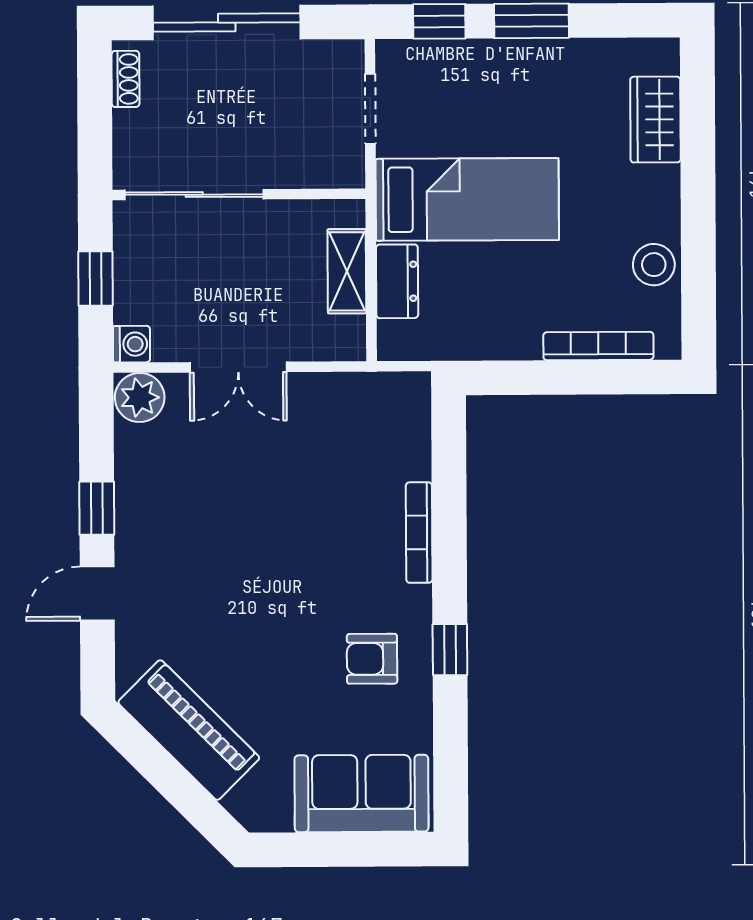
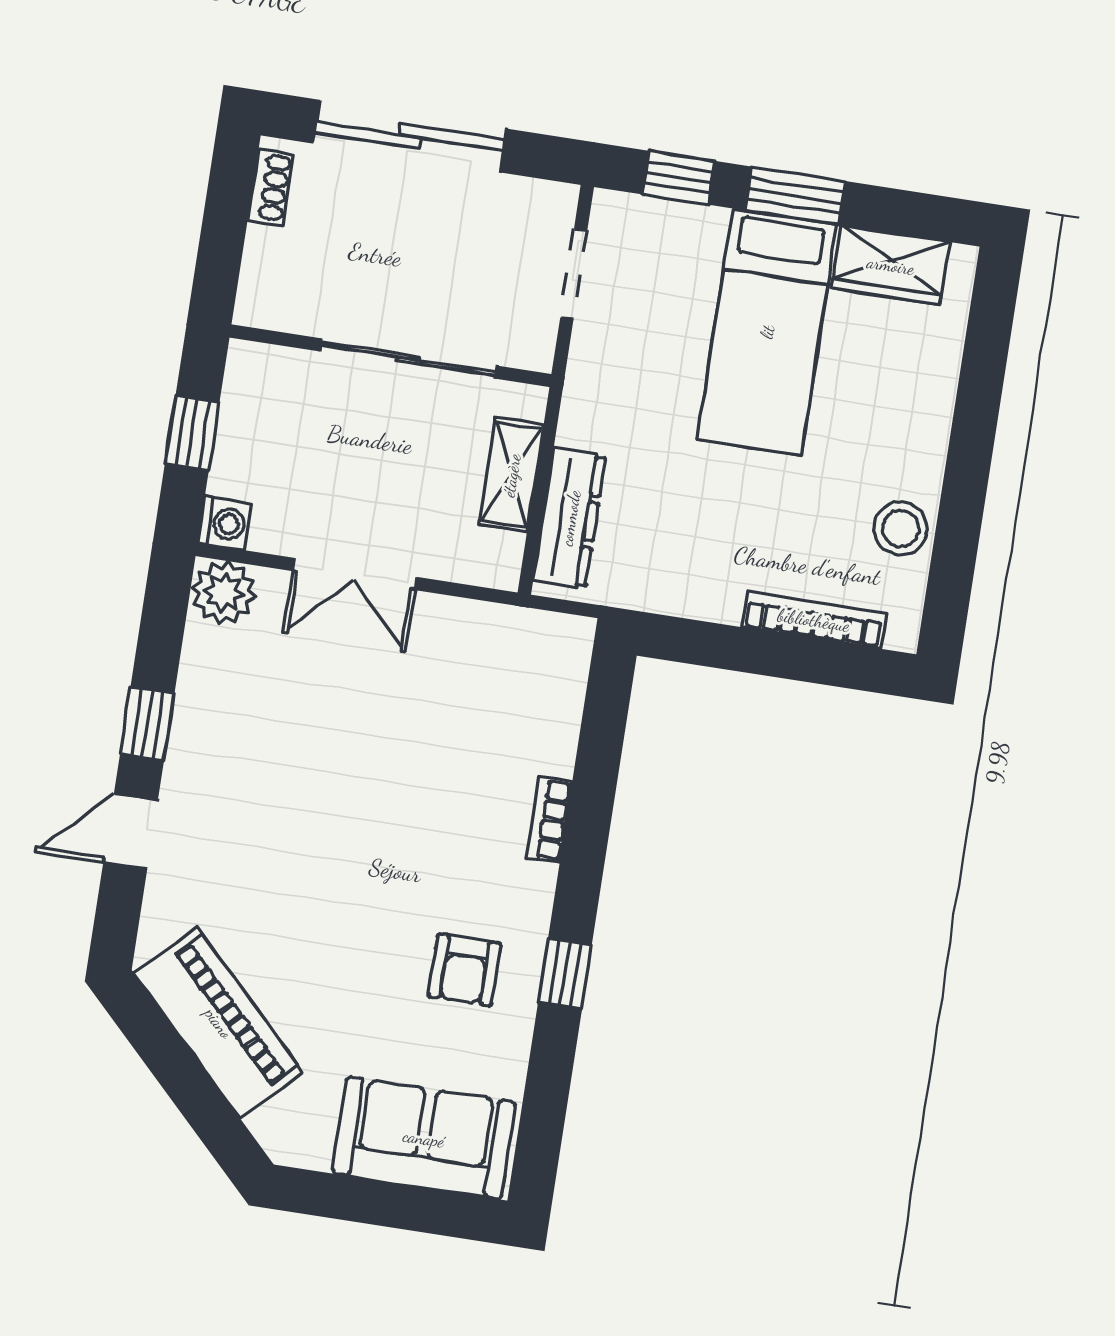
wardrobe: (655, 120) -> (891, 265), moved, turned -90
sliding door: (194, 195) -> (408, 359), moved
bed: (467, 199) -> (767, 332), moved, turned 90
dresser: (397, 281) -> (570, 518), width x1.44
bookcase: (419, 533) -> (550, 820), width x0.64
armchair: (372, 659) -> (465, 970), turned -90

